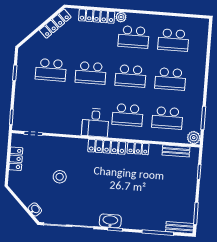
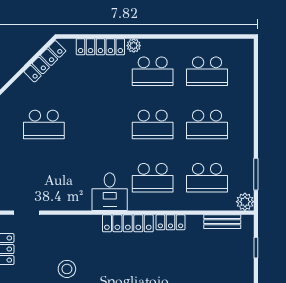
school desk: (91, 73) -> (98, 125), removed

